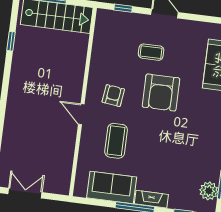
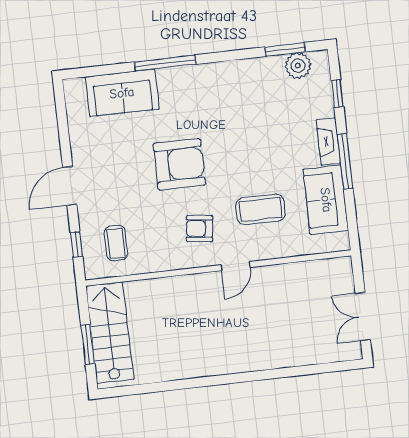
window: (11, 41) -> (159, 387), removed
coffee table: (151, 52) -> (116, 243), moved

